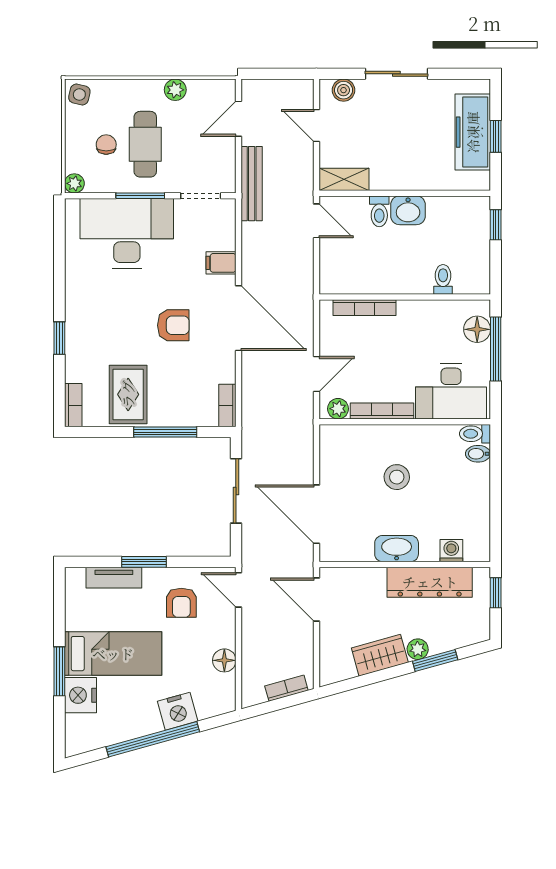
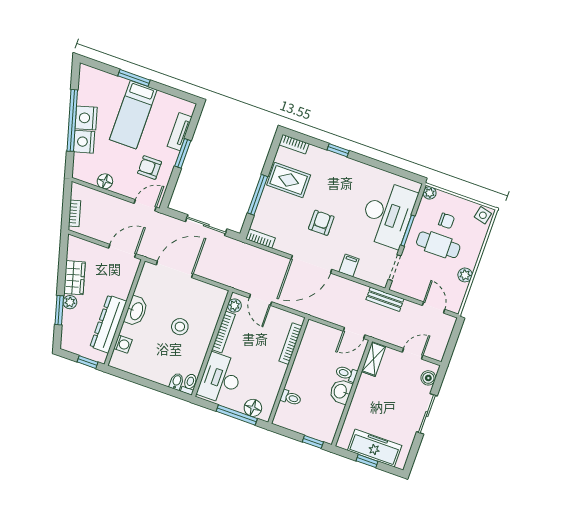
bench: (252, 184) -> (385, 299), width x0.73
armchair: (173, 325) -> (321, 223), turned 180
nightstand: (81, 695) -> (86, 118), moved, turned -106

